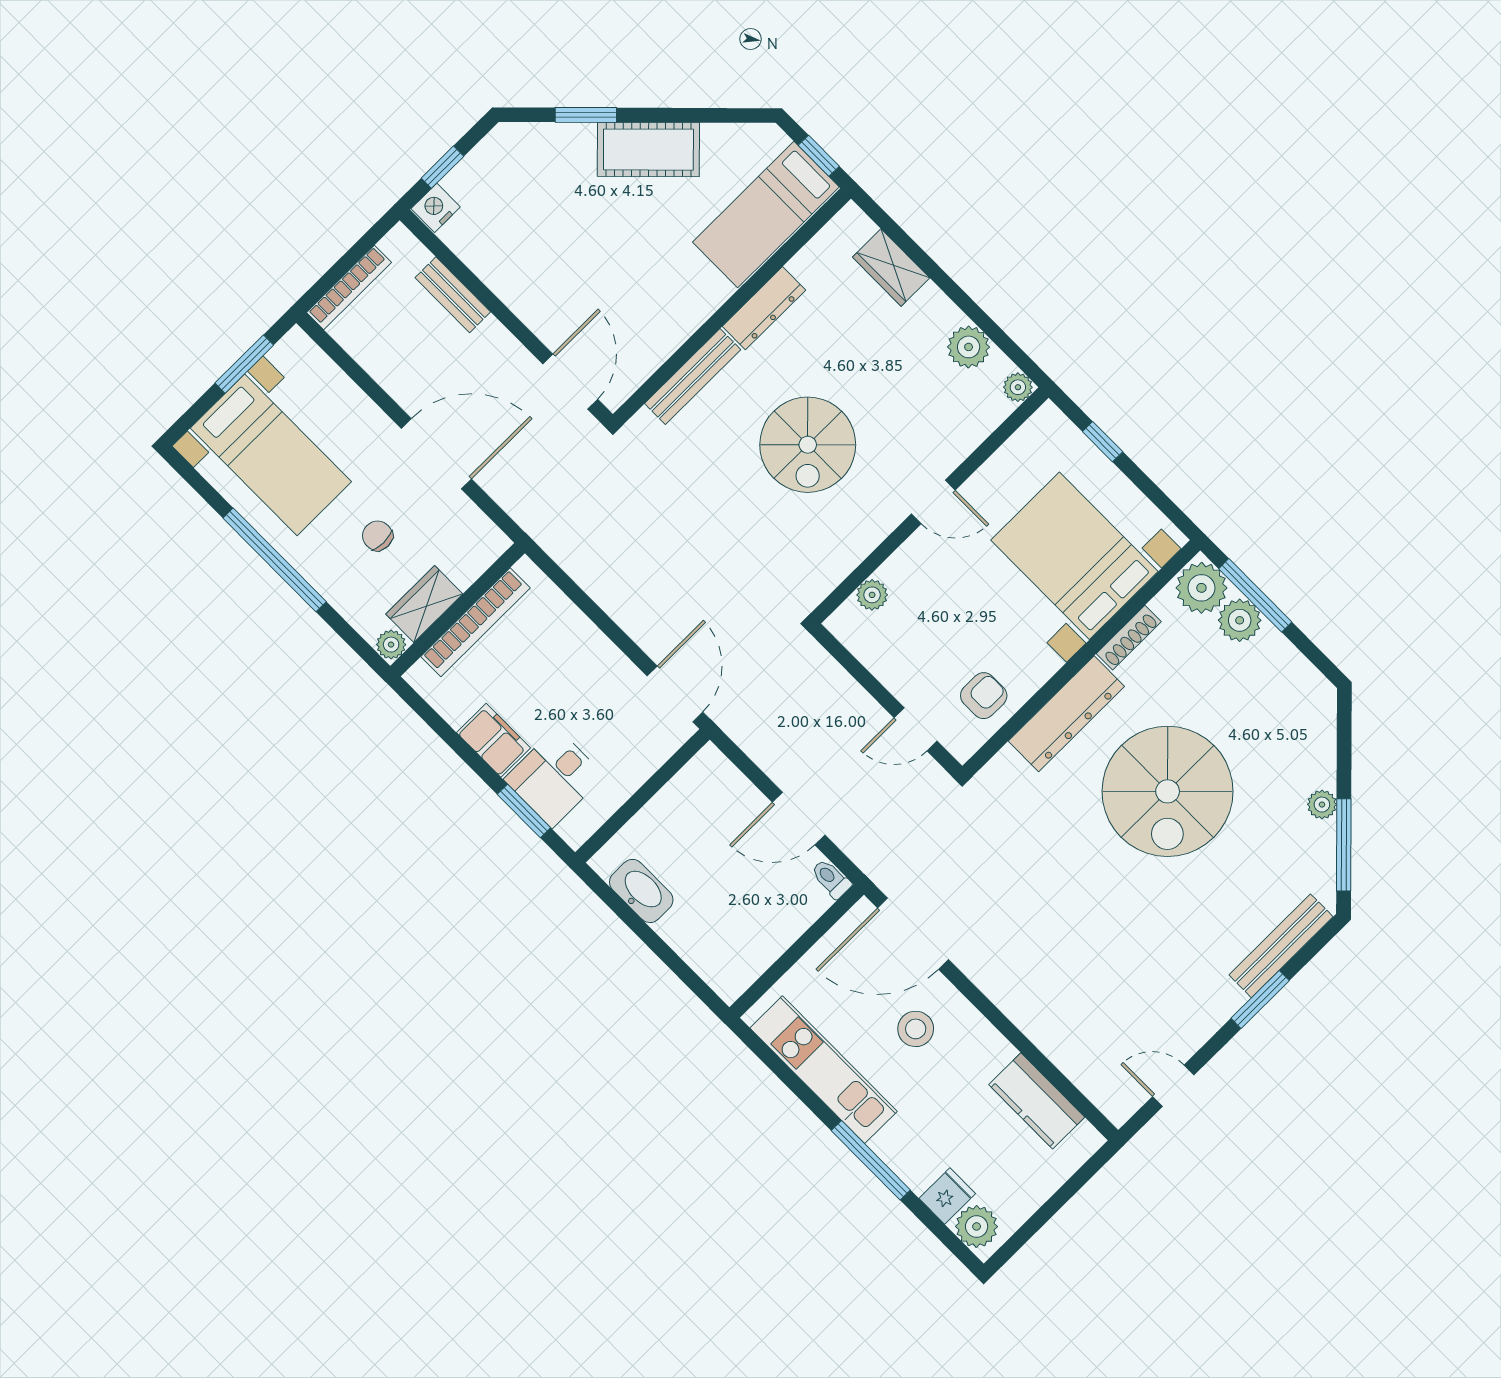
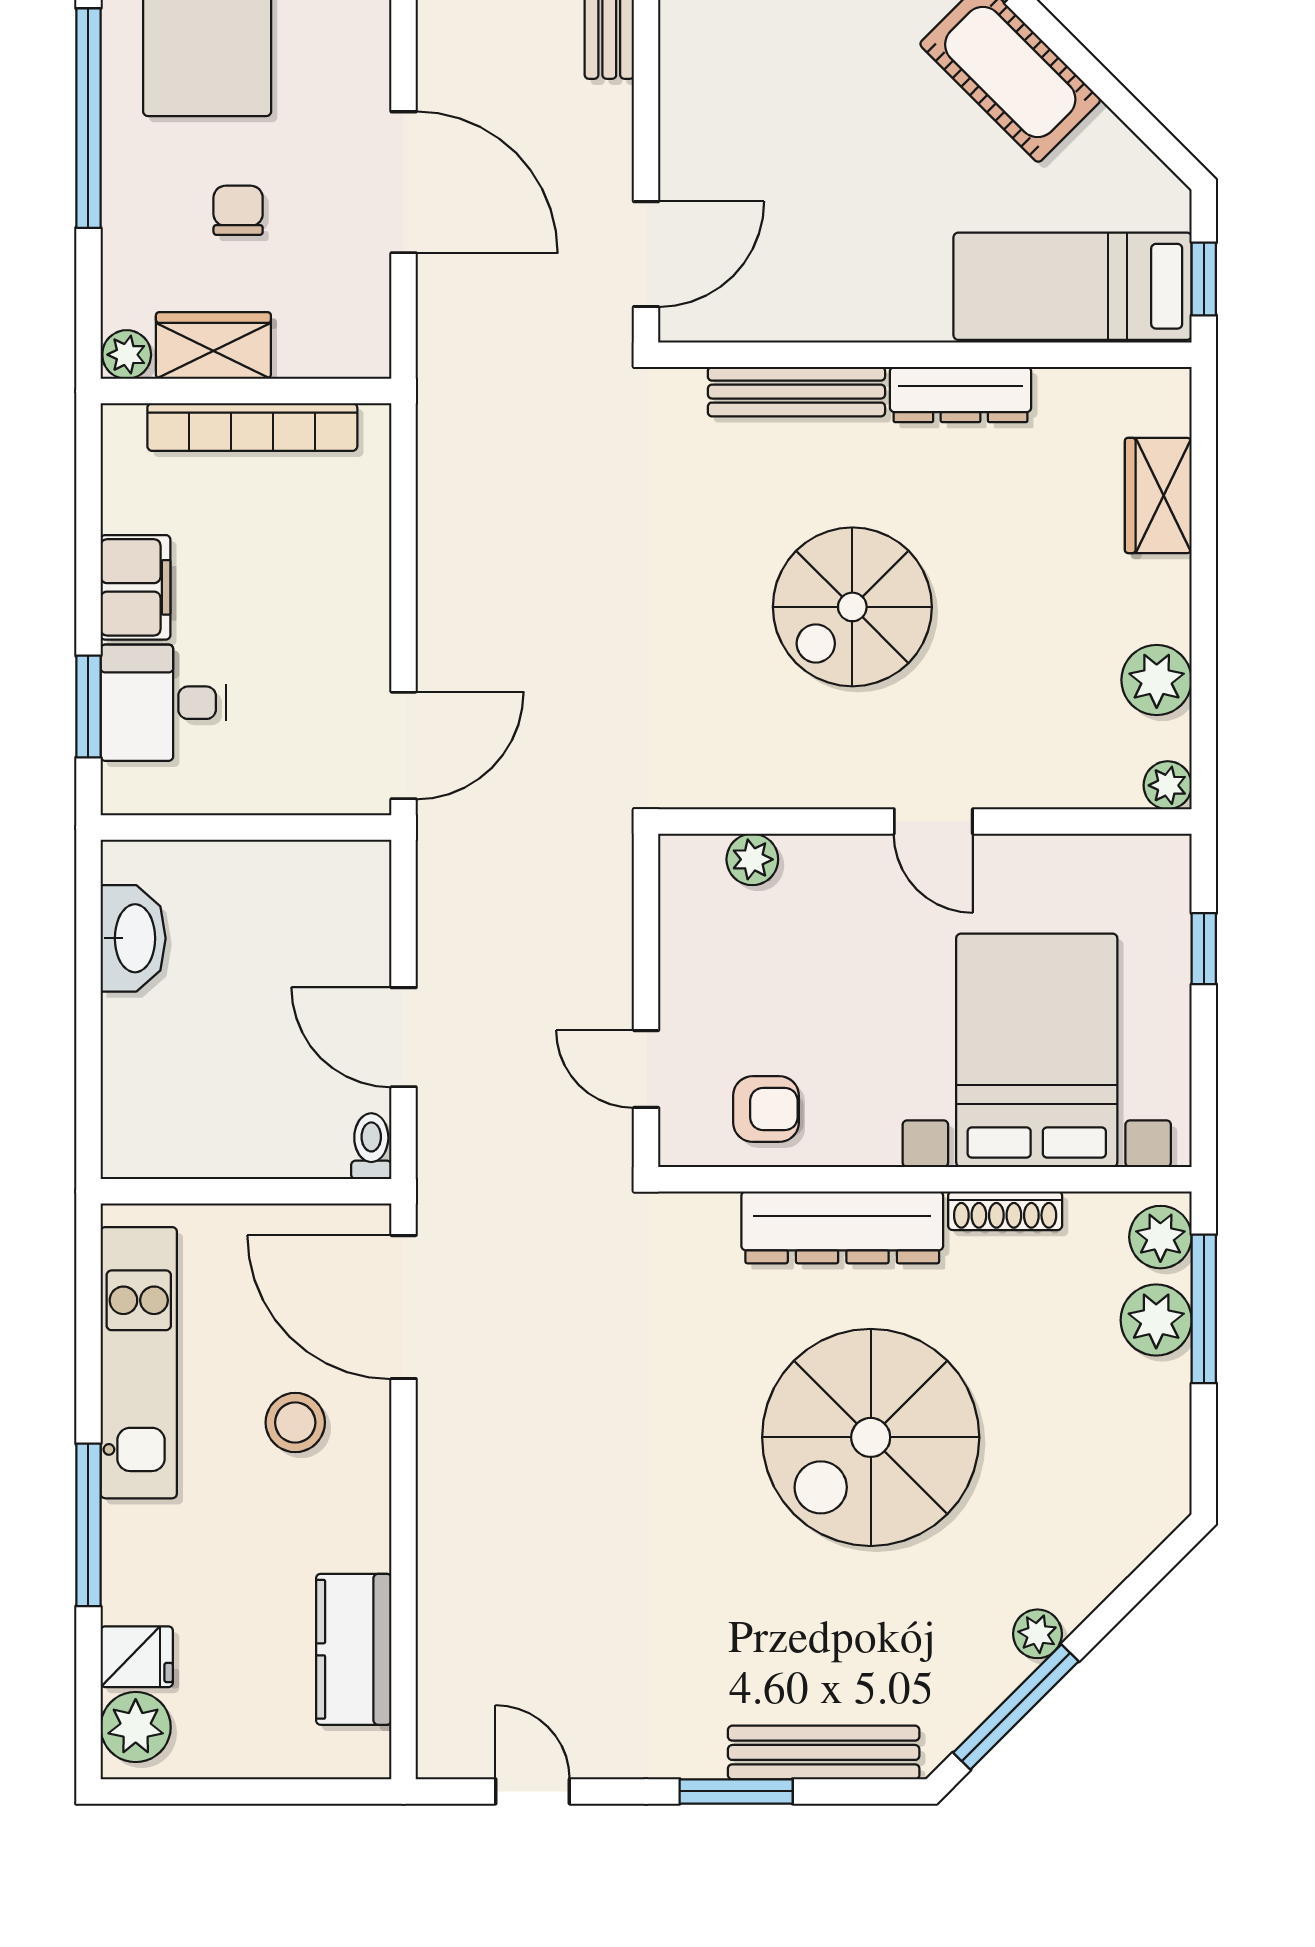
plant: (1201, 588) -> (1160, 1237), width x0.73, depth x0.73

